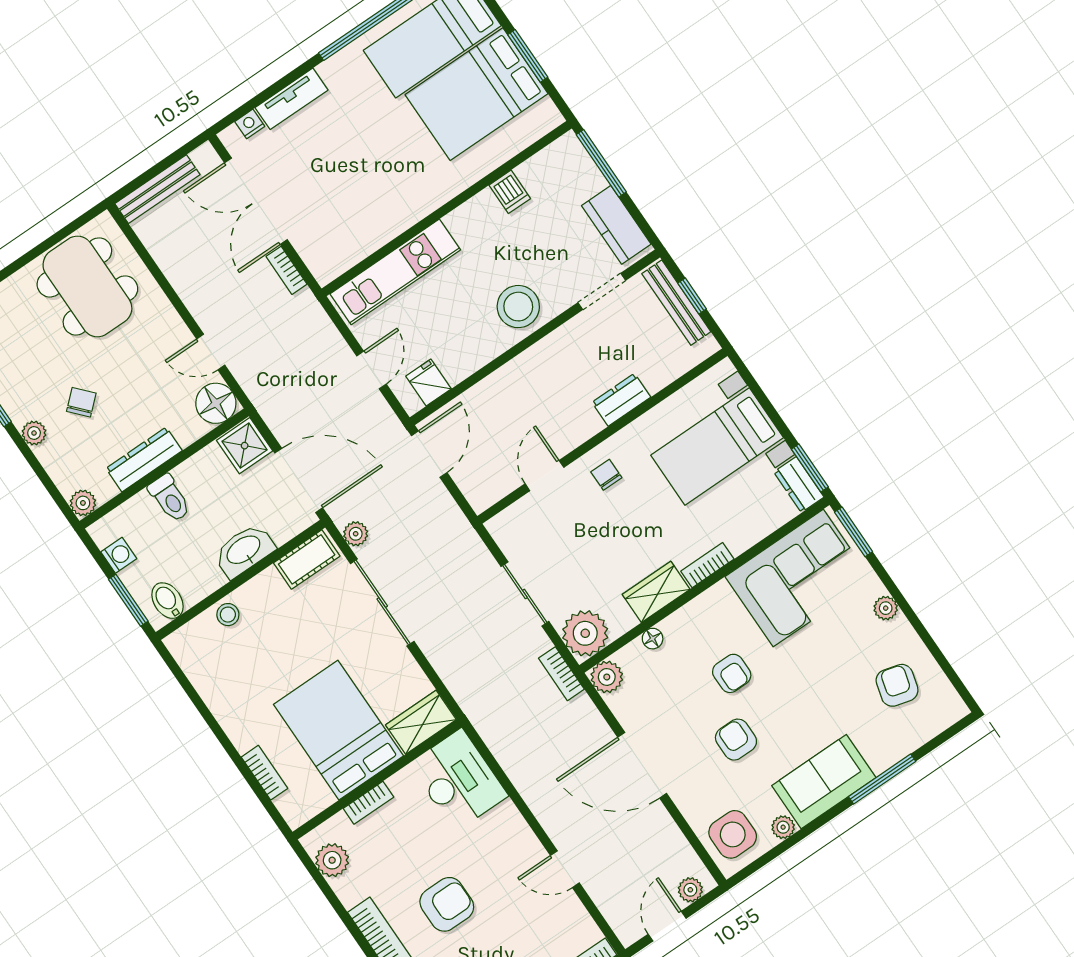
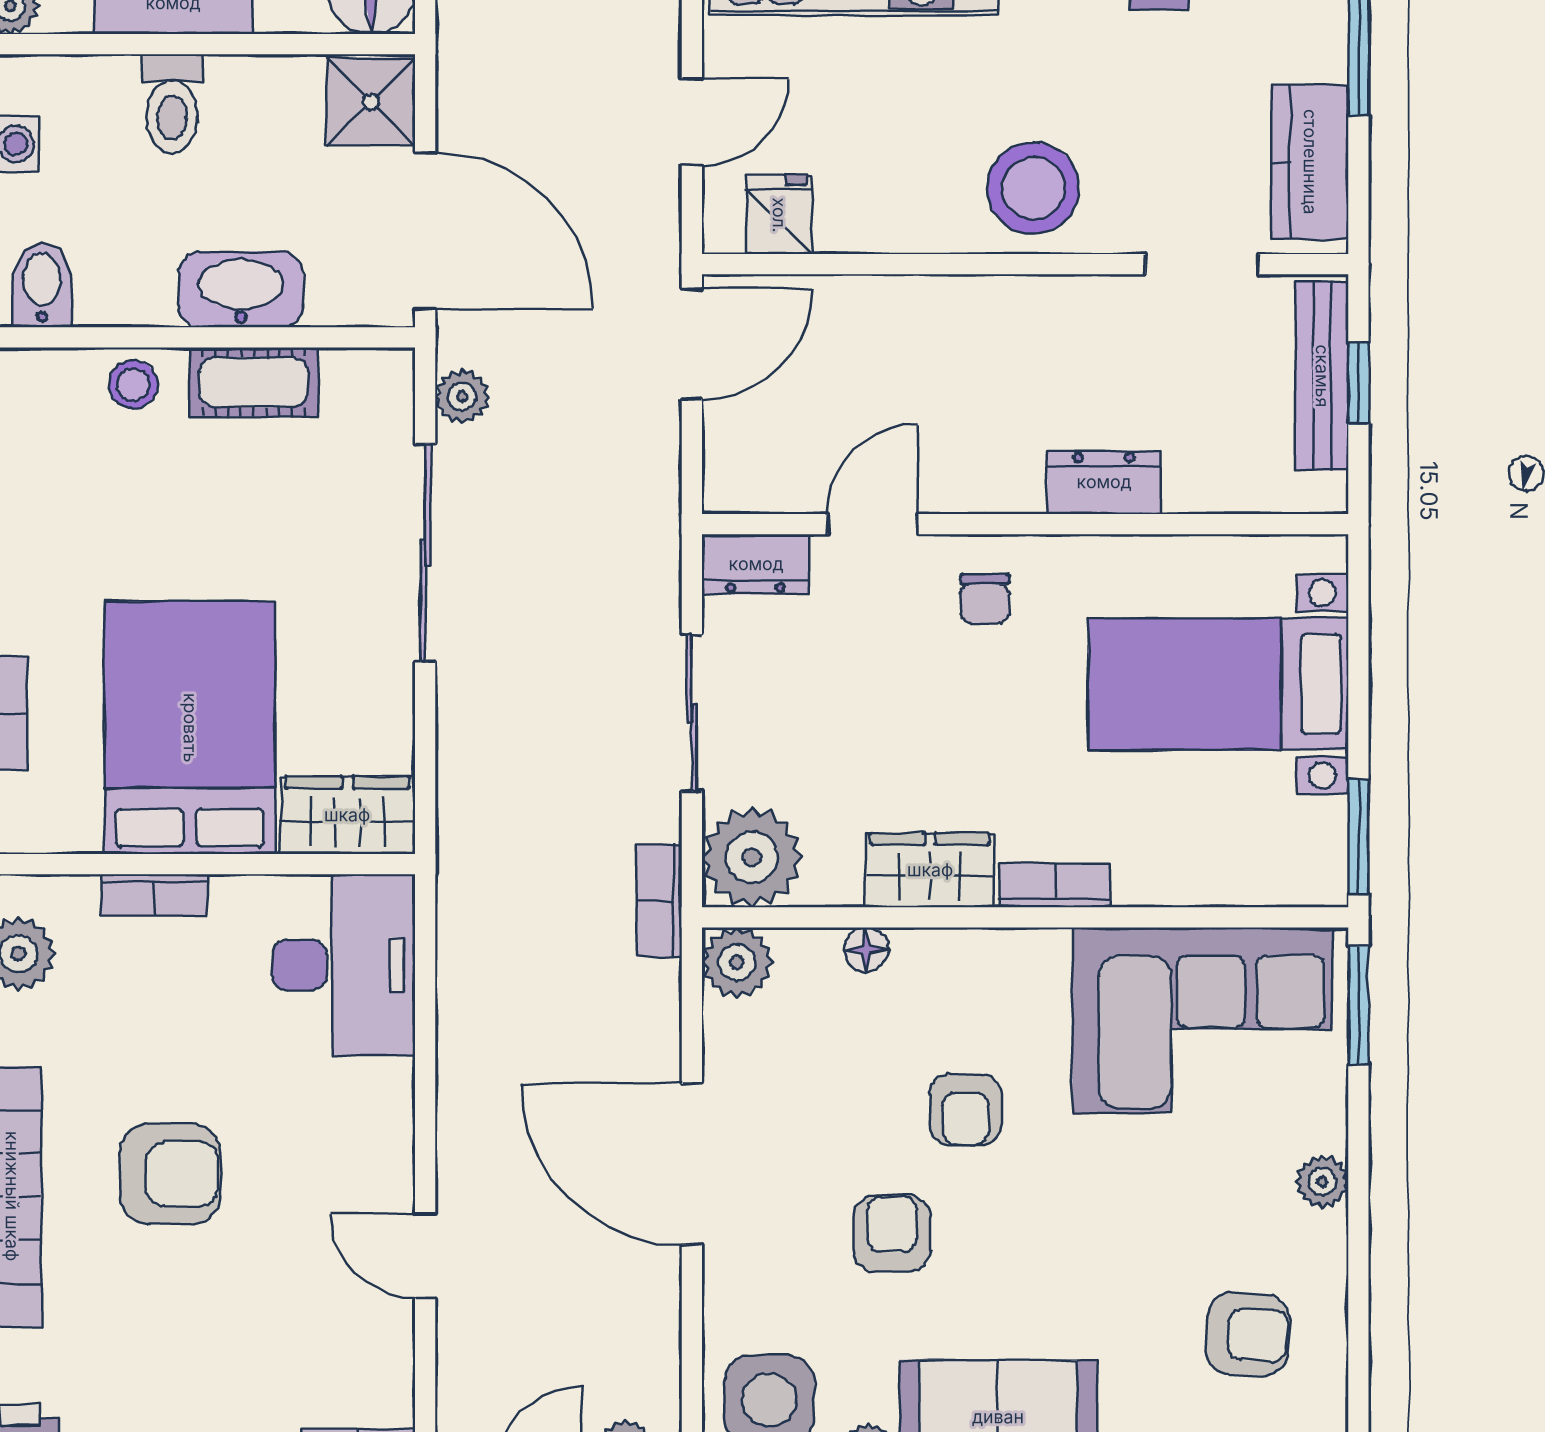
chair: (606, 475) -> (985, 599), turned 180
dresser: (799, 485) -> (756, 564), moved, turned -90
cot: (307, 559) -> (254, 382), moved
armchair: (897, 685) -> (1248, 1334), turned 78

